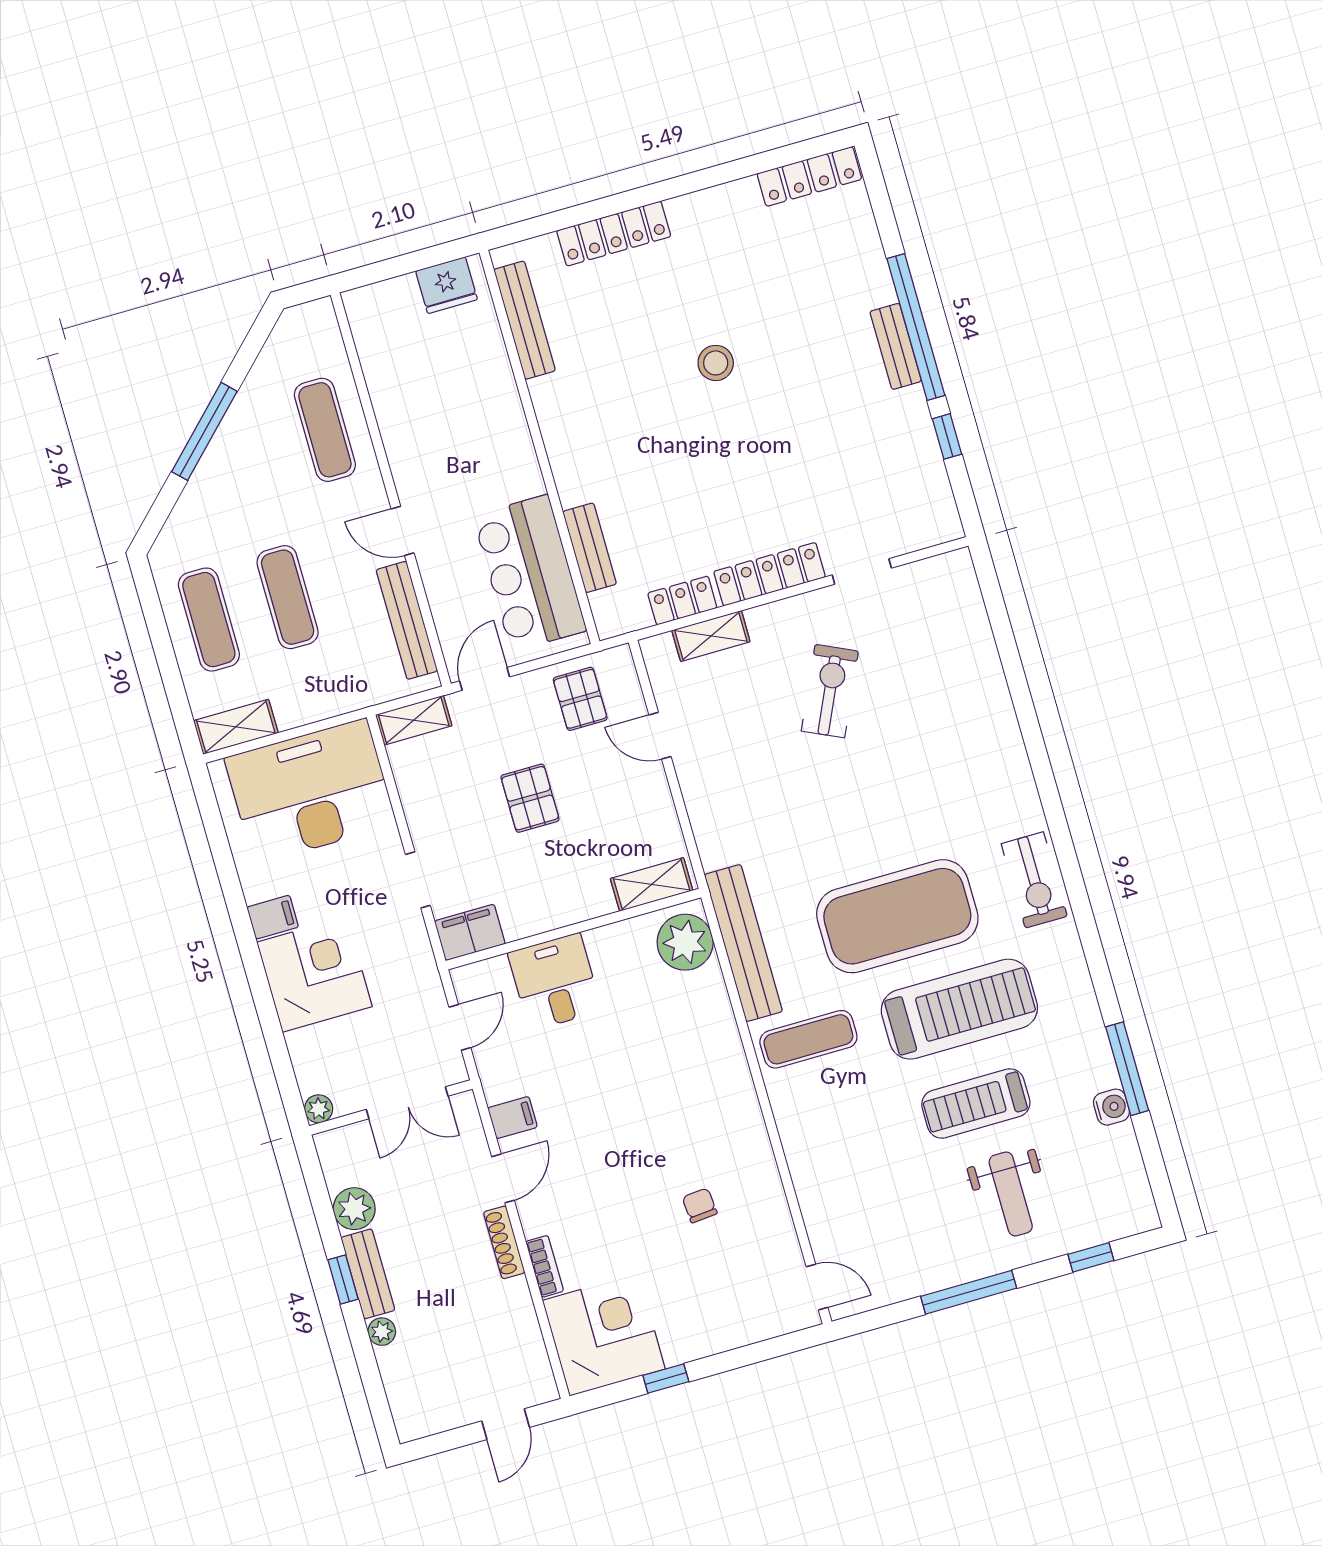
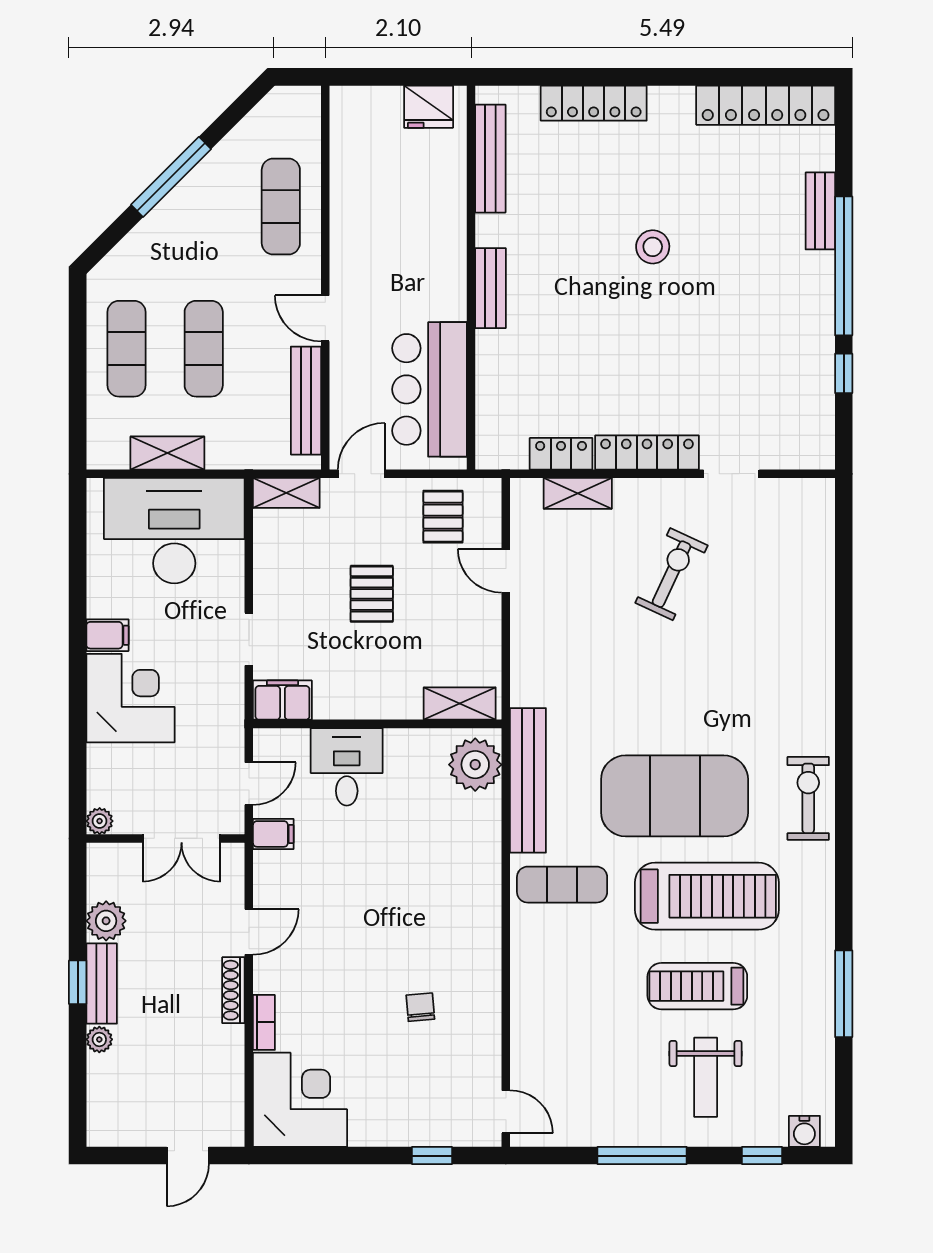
locker: (809, 176) -> (766, 105), width x1.41, depth x1.21
bench: (896, 346) -> (820, 211), moved
bench: (590, 548) -> (491, 288), moved
shelving: (236, 727) -> (167, 453), moved
exercise bike: (1034, 880) -> (808, 798), turned 180
water cooler: (1111, 1107) -> (804, 1131), moved, turned 90
filing cabinet: (513, 1118) -> (273, 834), moved
window: (666, 1378) -> (432, 1156), moved

